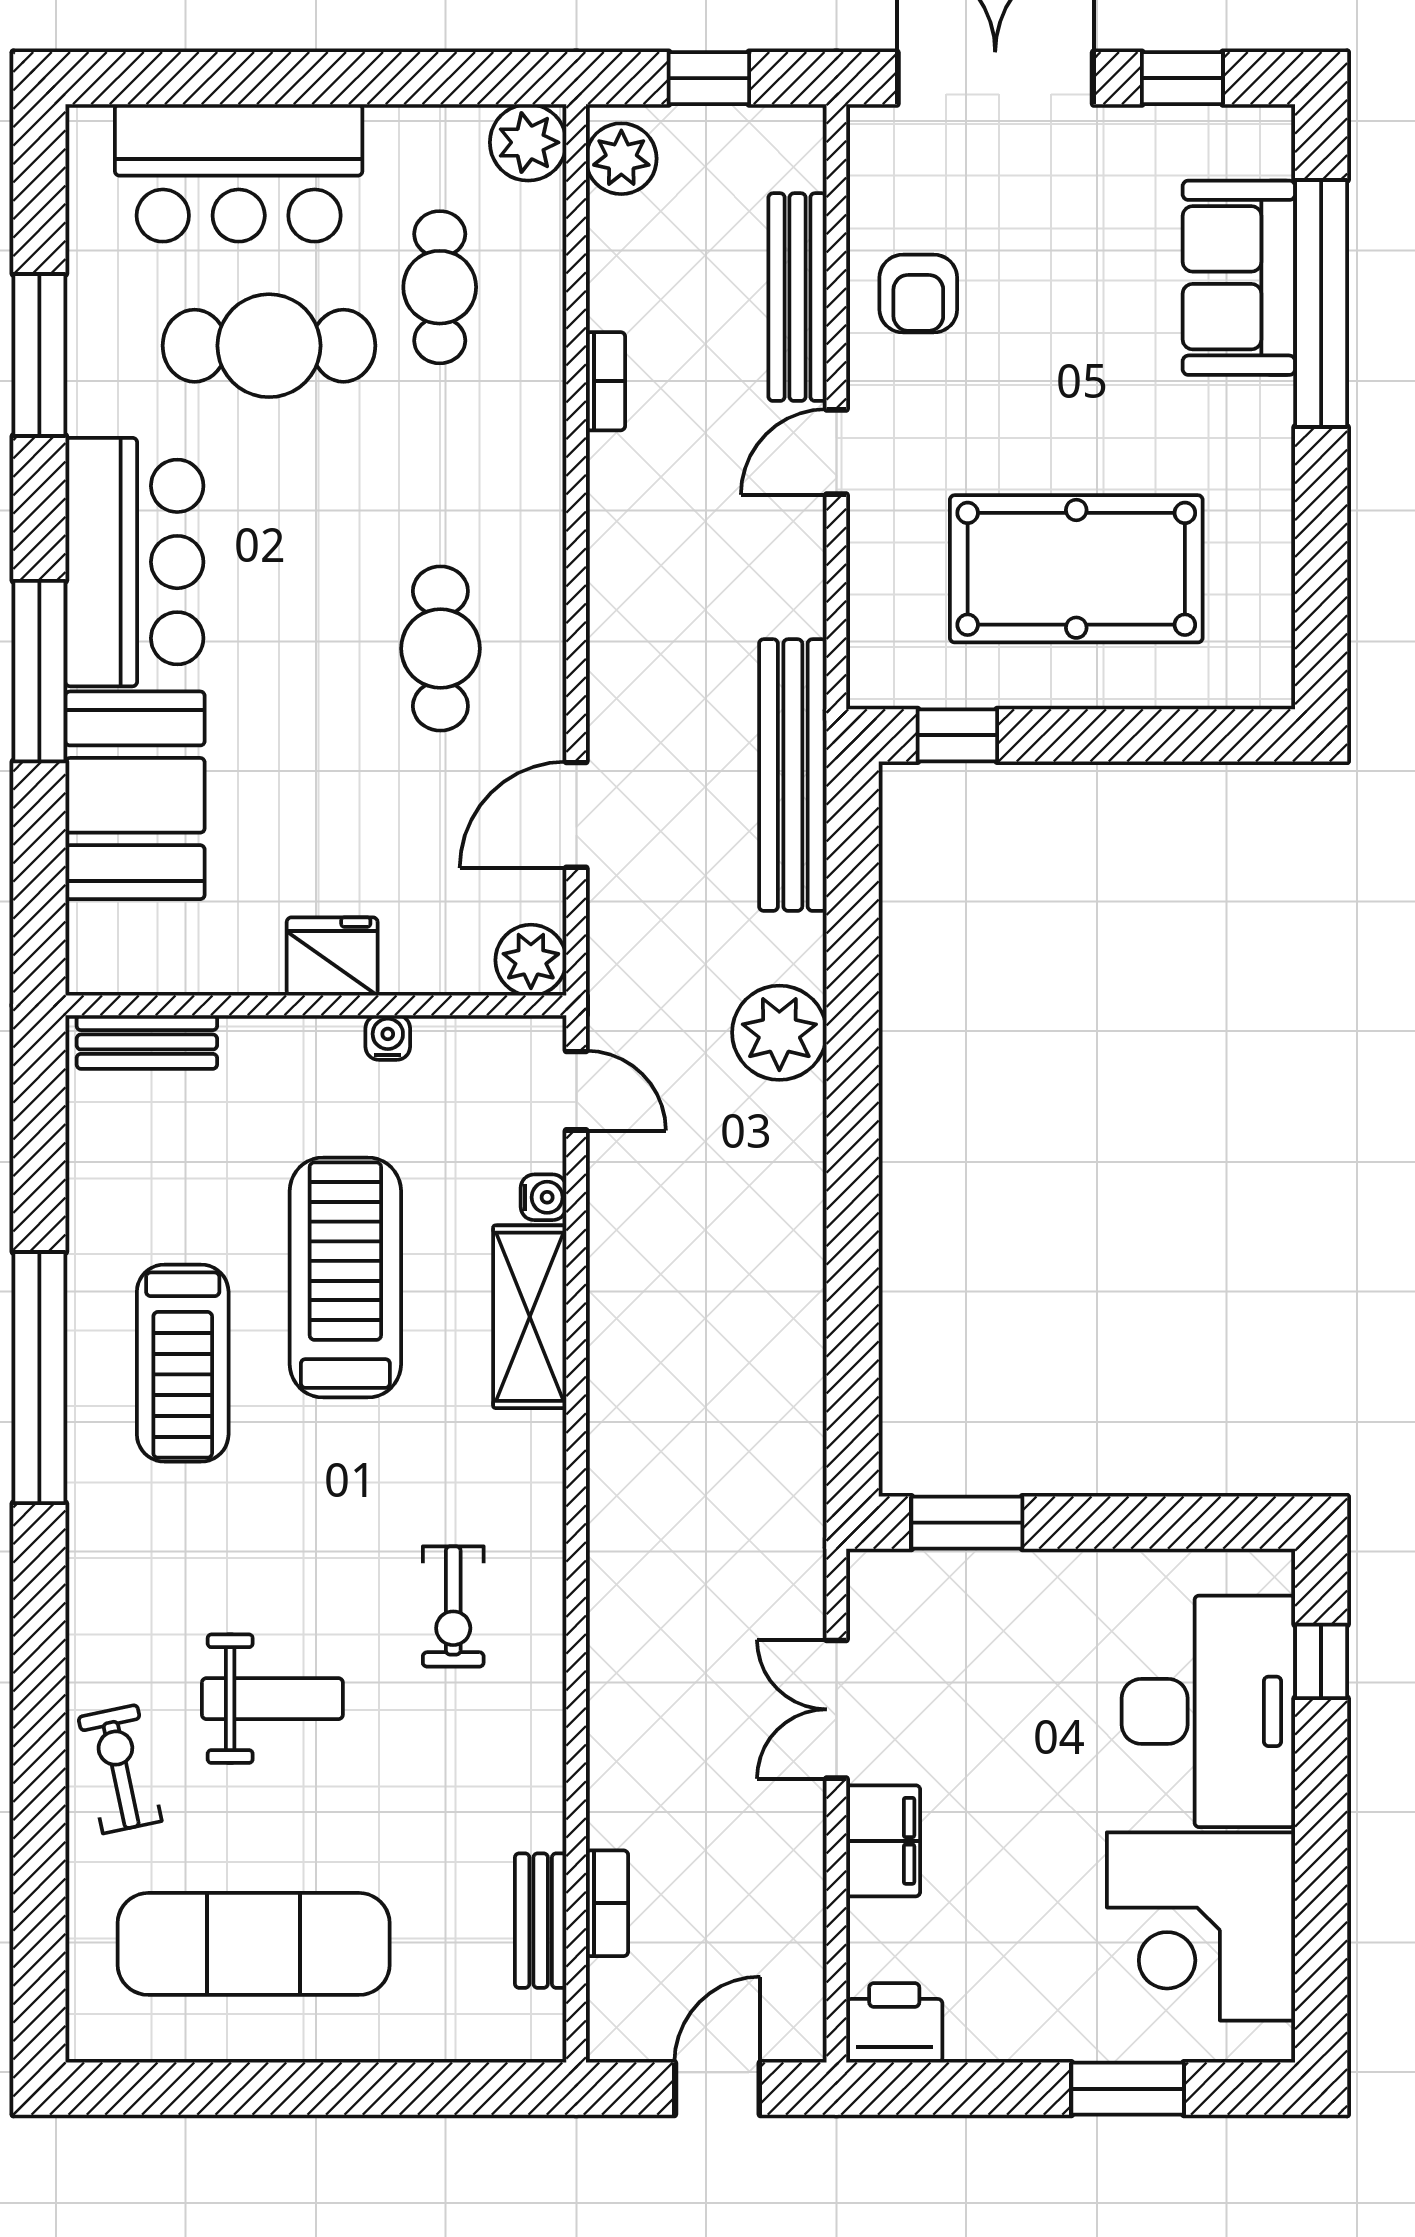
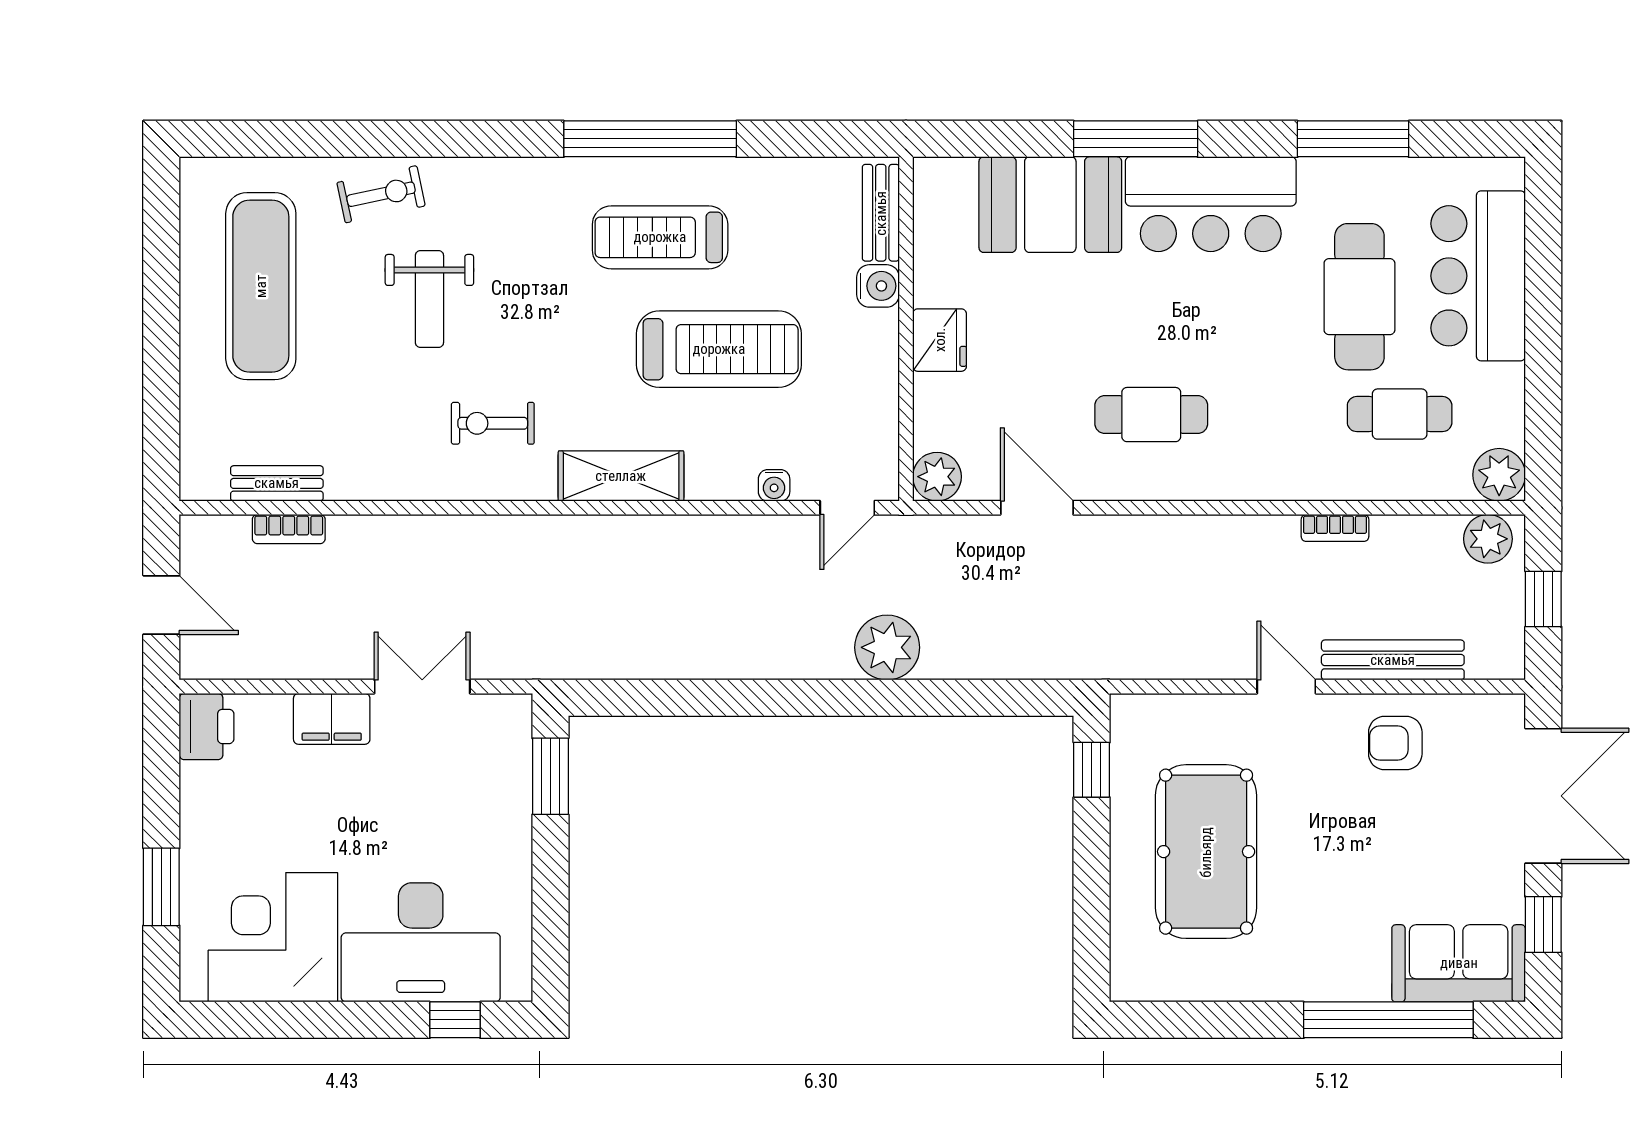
sofa: (1239, 278) -> (1459, 963), moved
bench: (793, 775) -> (1064, 657), removed
water cooler: (388, 1037) -> (878, 286), moved, width x1.38, depth x1.38
shelving: (530, 1317) -> (621, 476), moved

